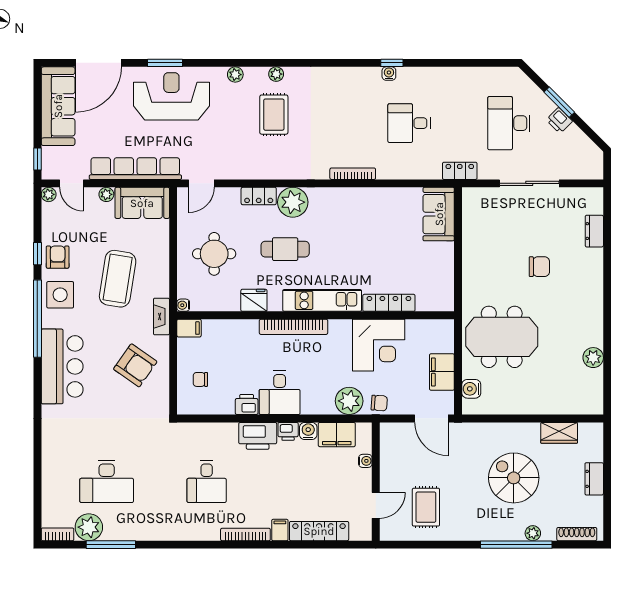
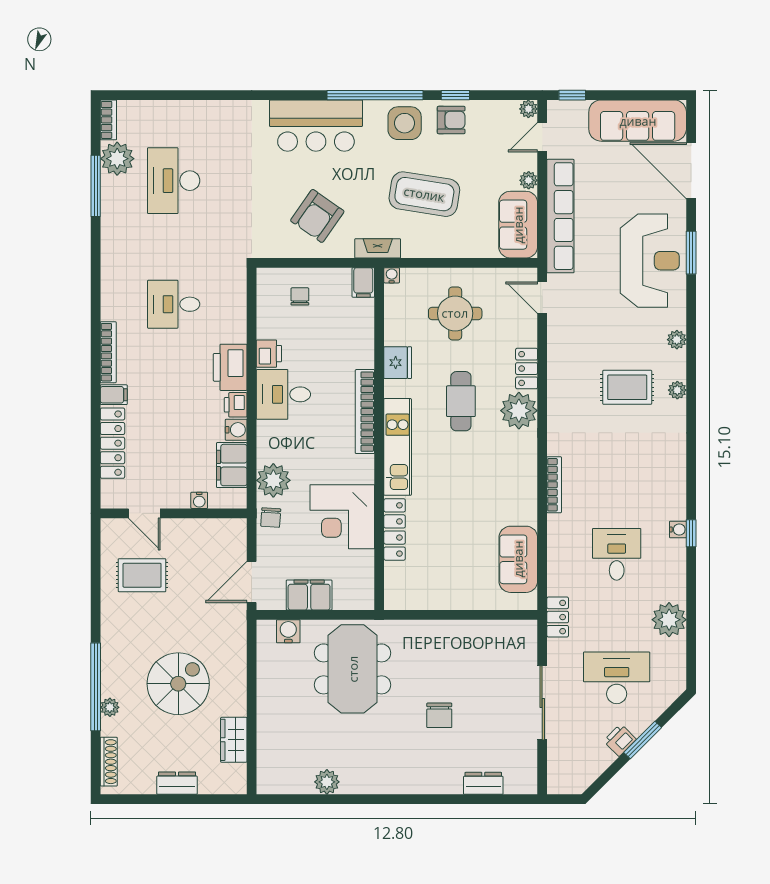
plant: (462, 81) -> (669, 620), added
sofa: (439, 214) -> (518, 559), moved, turned -90

